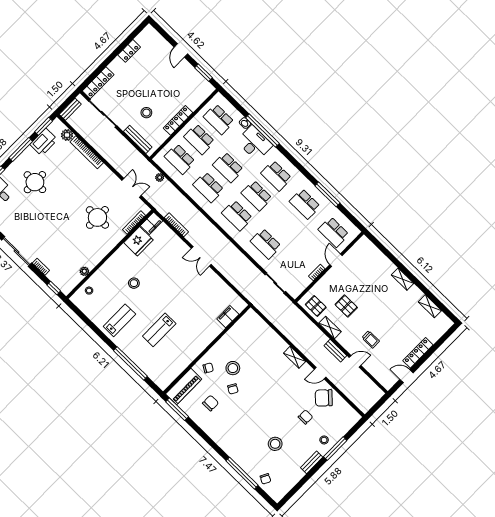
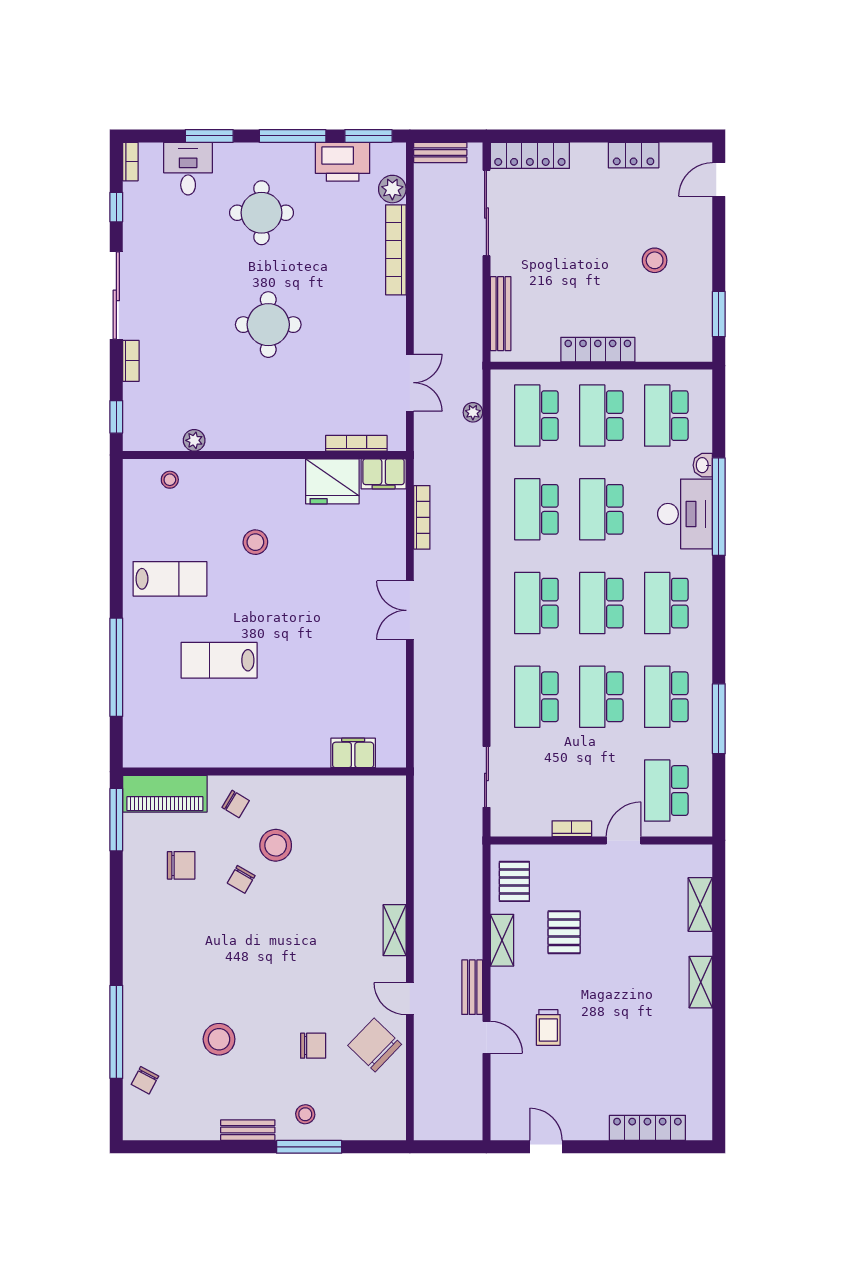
door: (181, 50) -> (719, 180), moved
stool: (146, 113) -> (655, 260), moved
round table: (97, 217) -> (268, 325), moved
school desk: (285, 224) -> (601, 697), added
shelving: (430, 306) -> (700, 905), moved
locker: (418, 353) -> (647, 1128), moved

